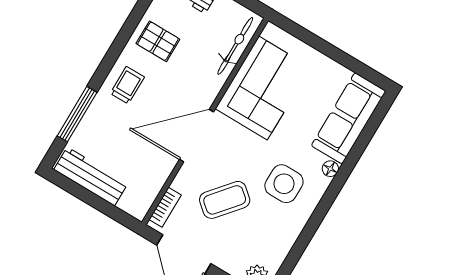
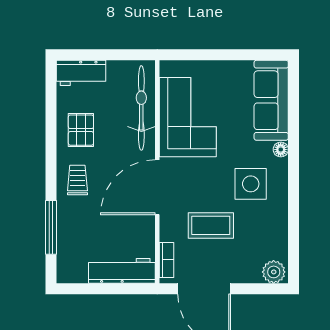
pallet: (158, 41) -> (81, 130), turned 90
bicycle: (235, 46) -> (141, 108), width x1.37, depth x1.40
workbench: (91, 176) -> (122, 271), moved
coffee table: (225, 200) -> (211, 225), turned 50

